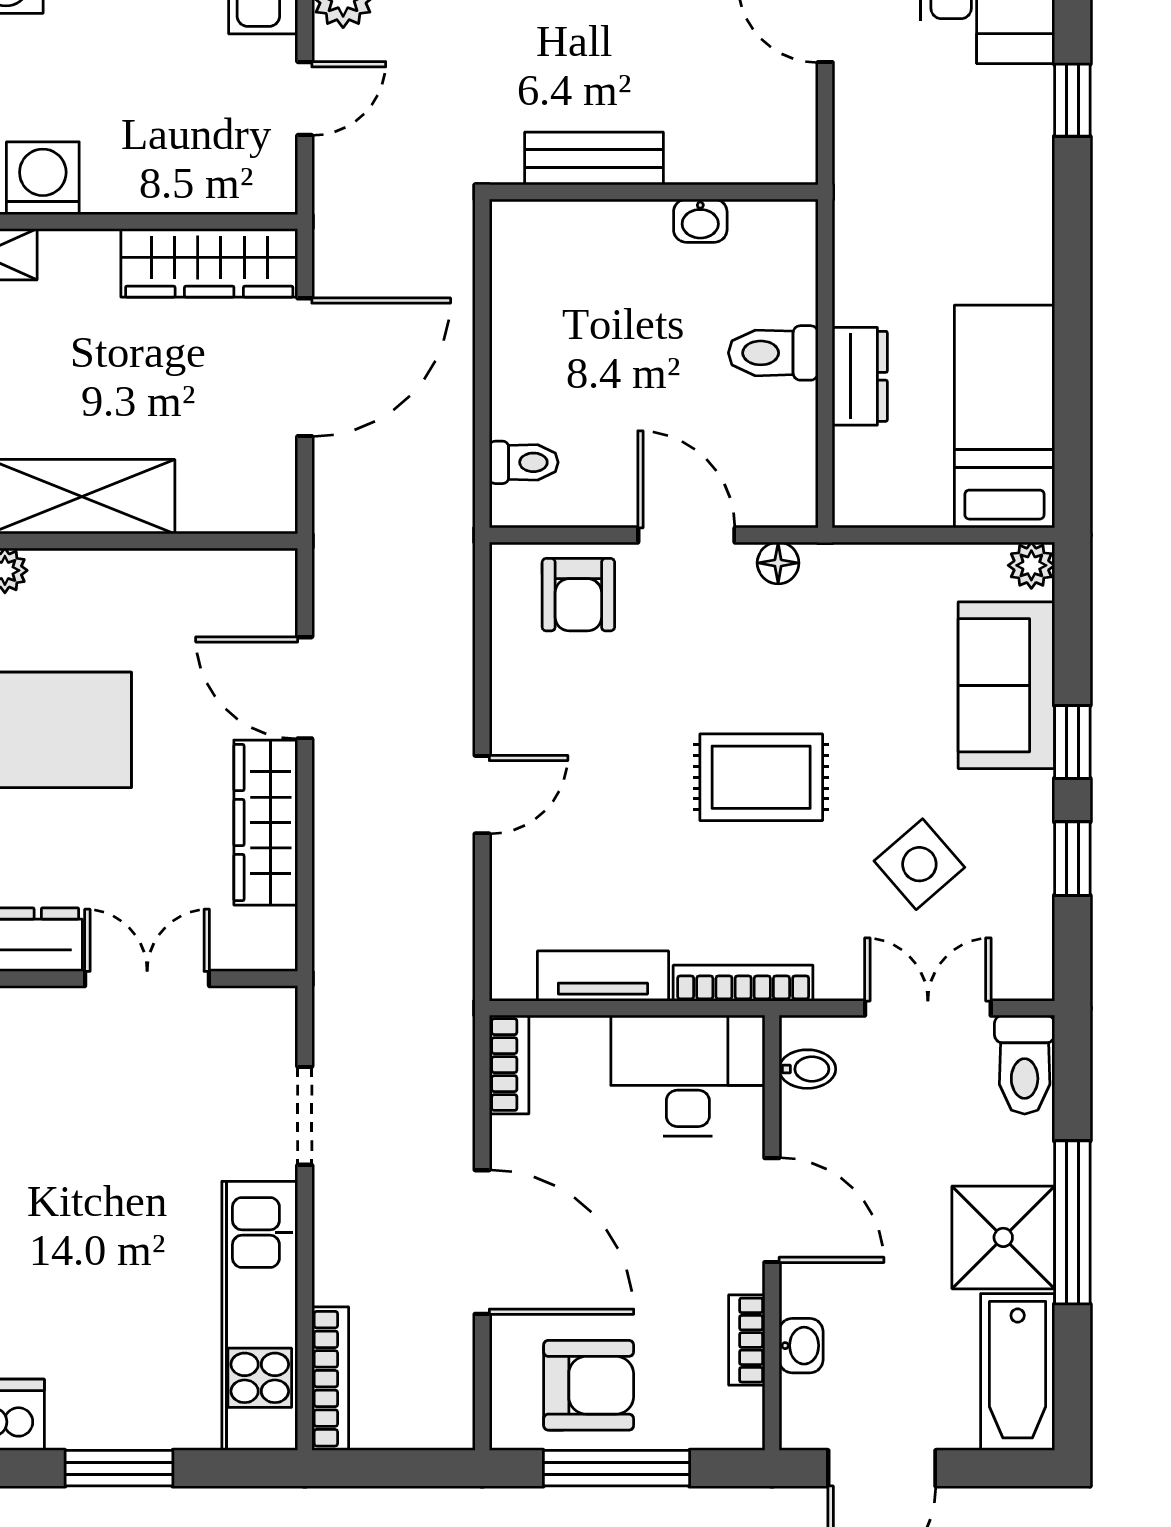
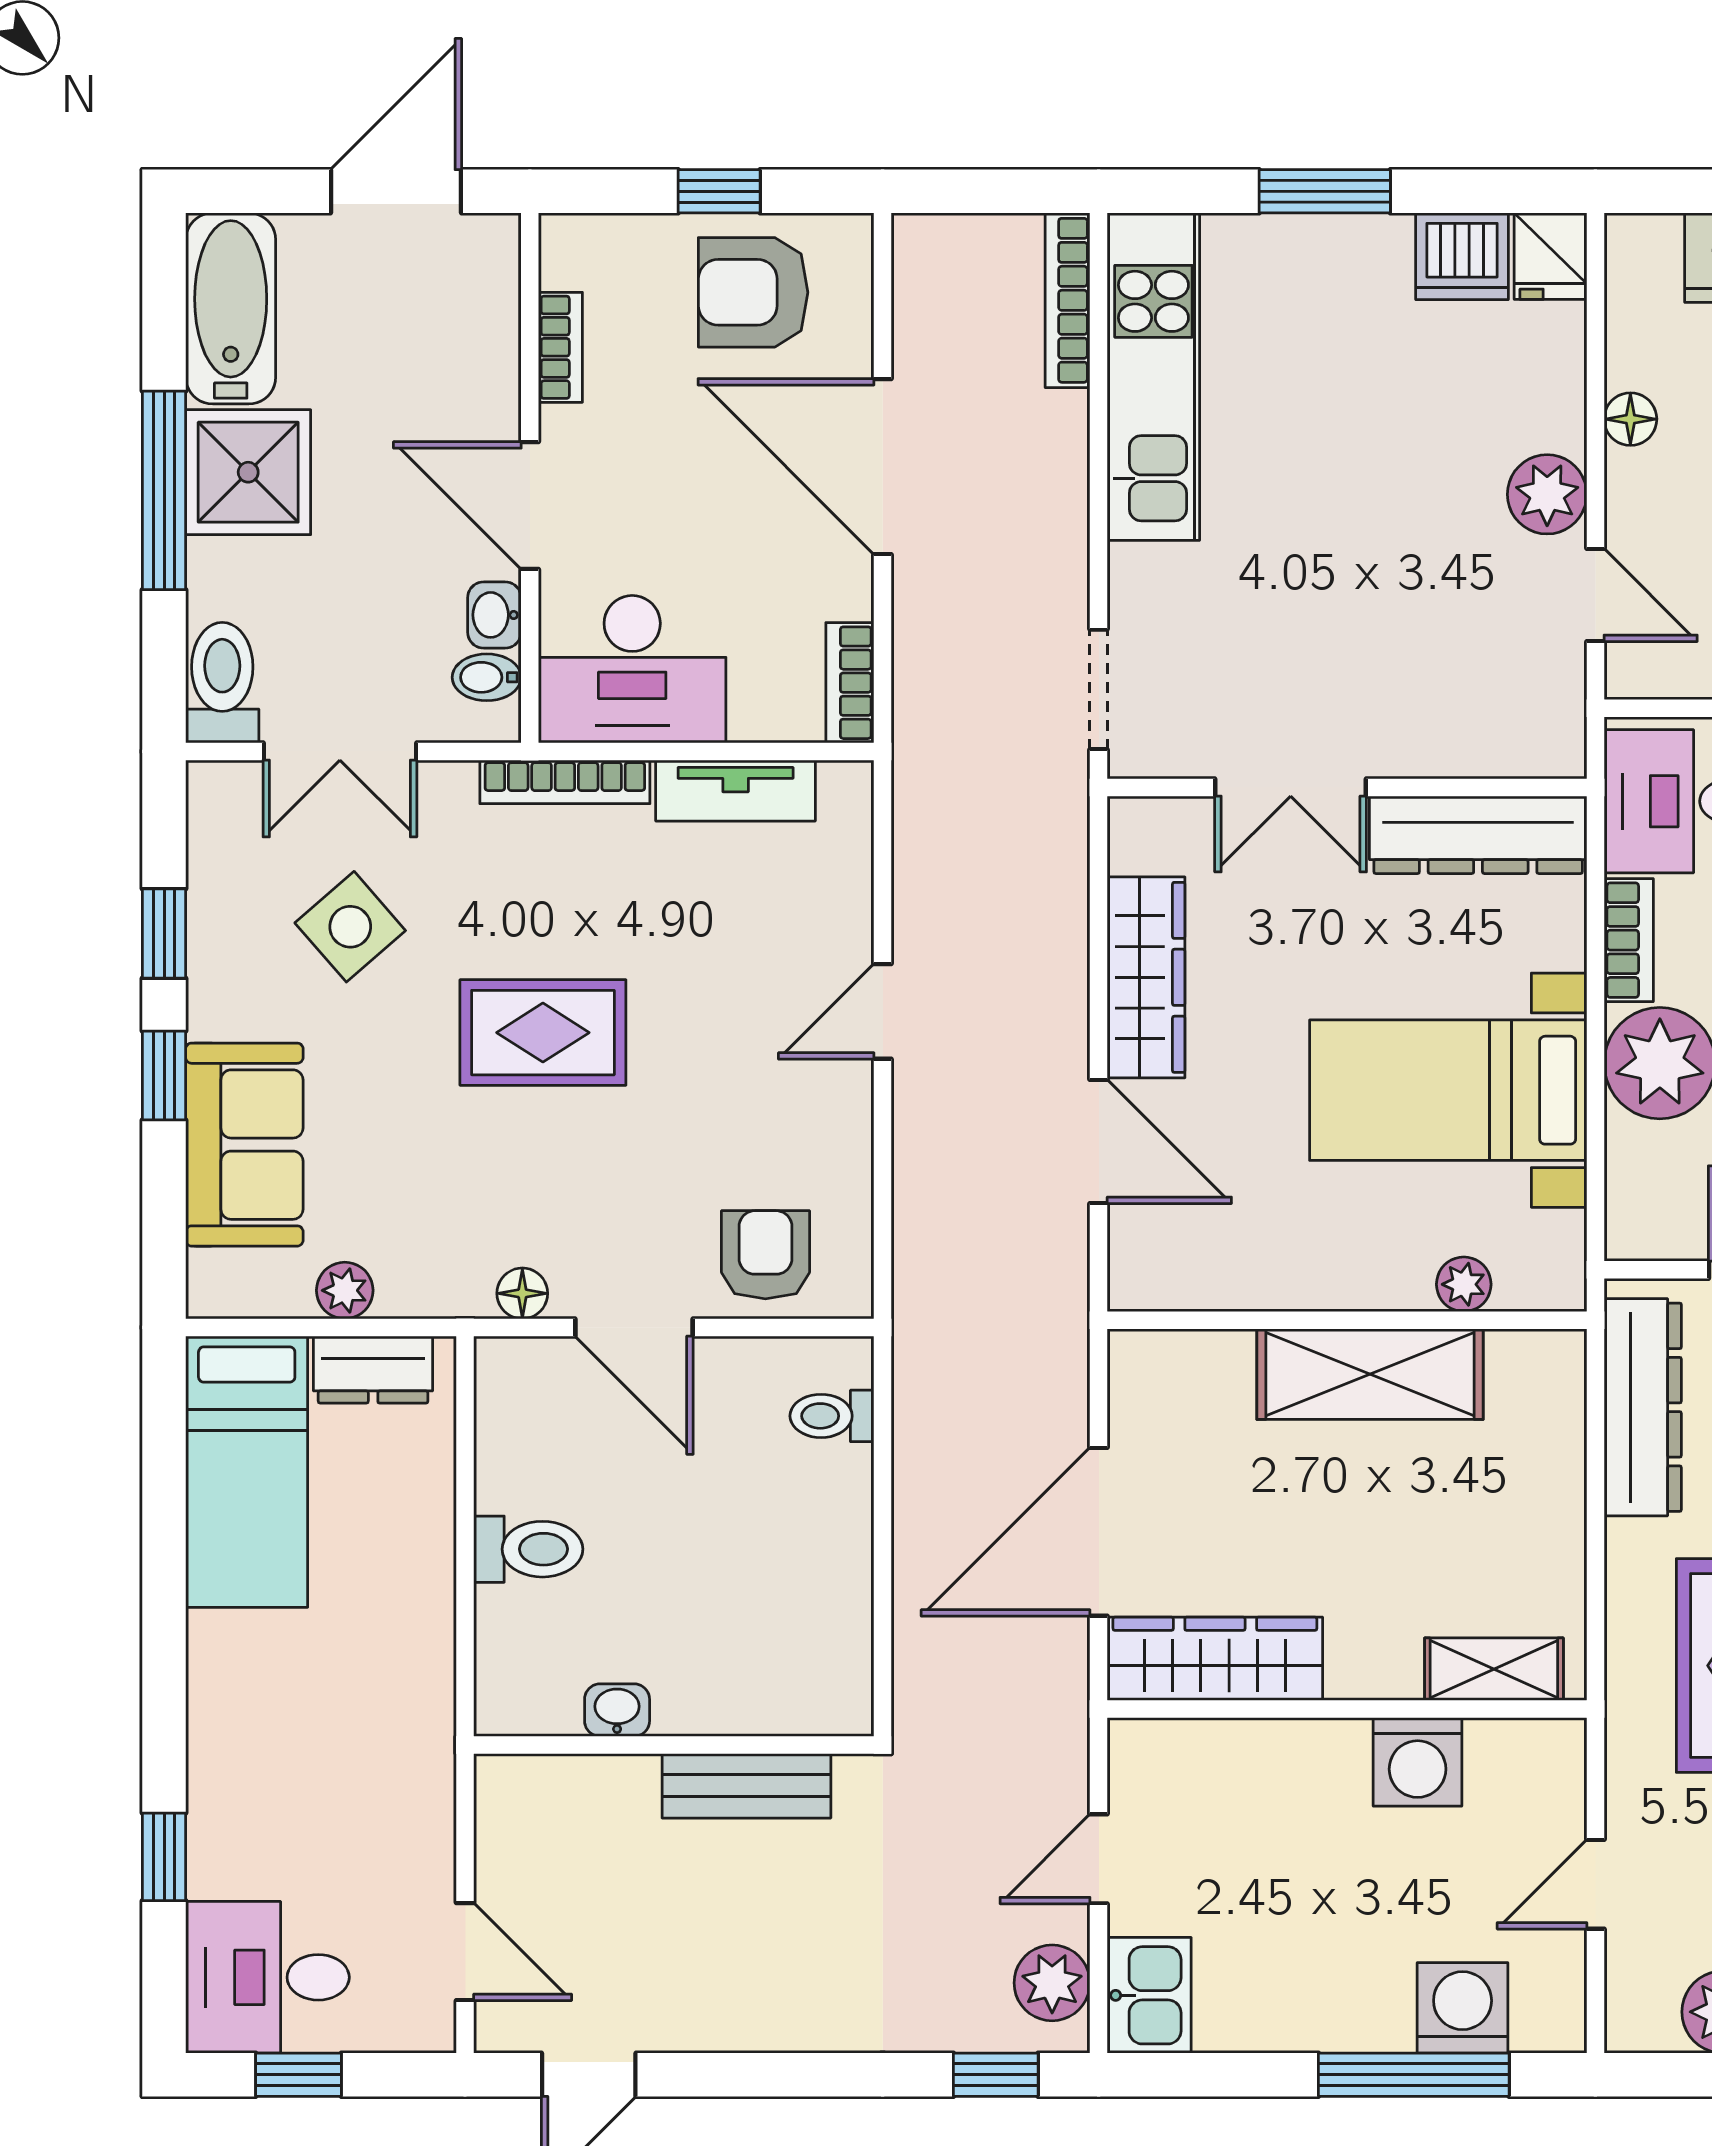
dresser: (860, 376) -> (373, 1370), moved, turned -90
plant: (1031, 565) -> (345, 1290), moved
doorway: (305, 1116) -> (1099, 689), moved
washbasin: (801, 1346) -> (494, 615), moved
window: (616, 1468) -> (719, 191), width x0.46

